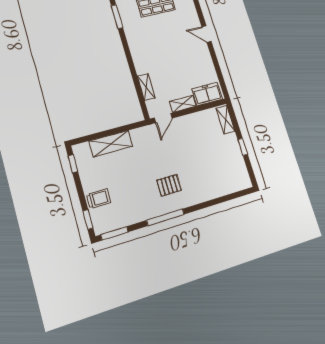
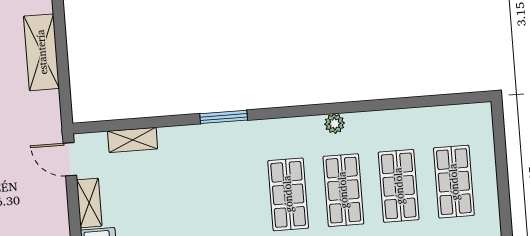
window: (117, 17) -> (224, 117), moved

